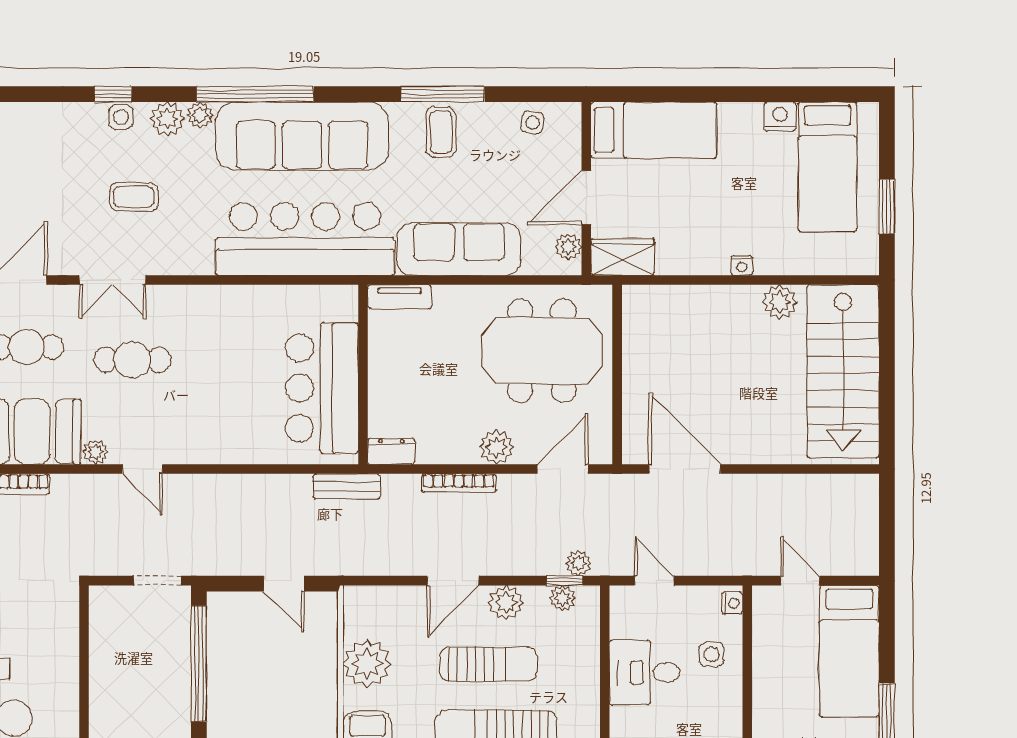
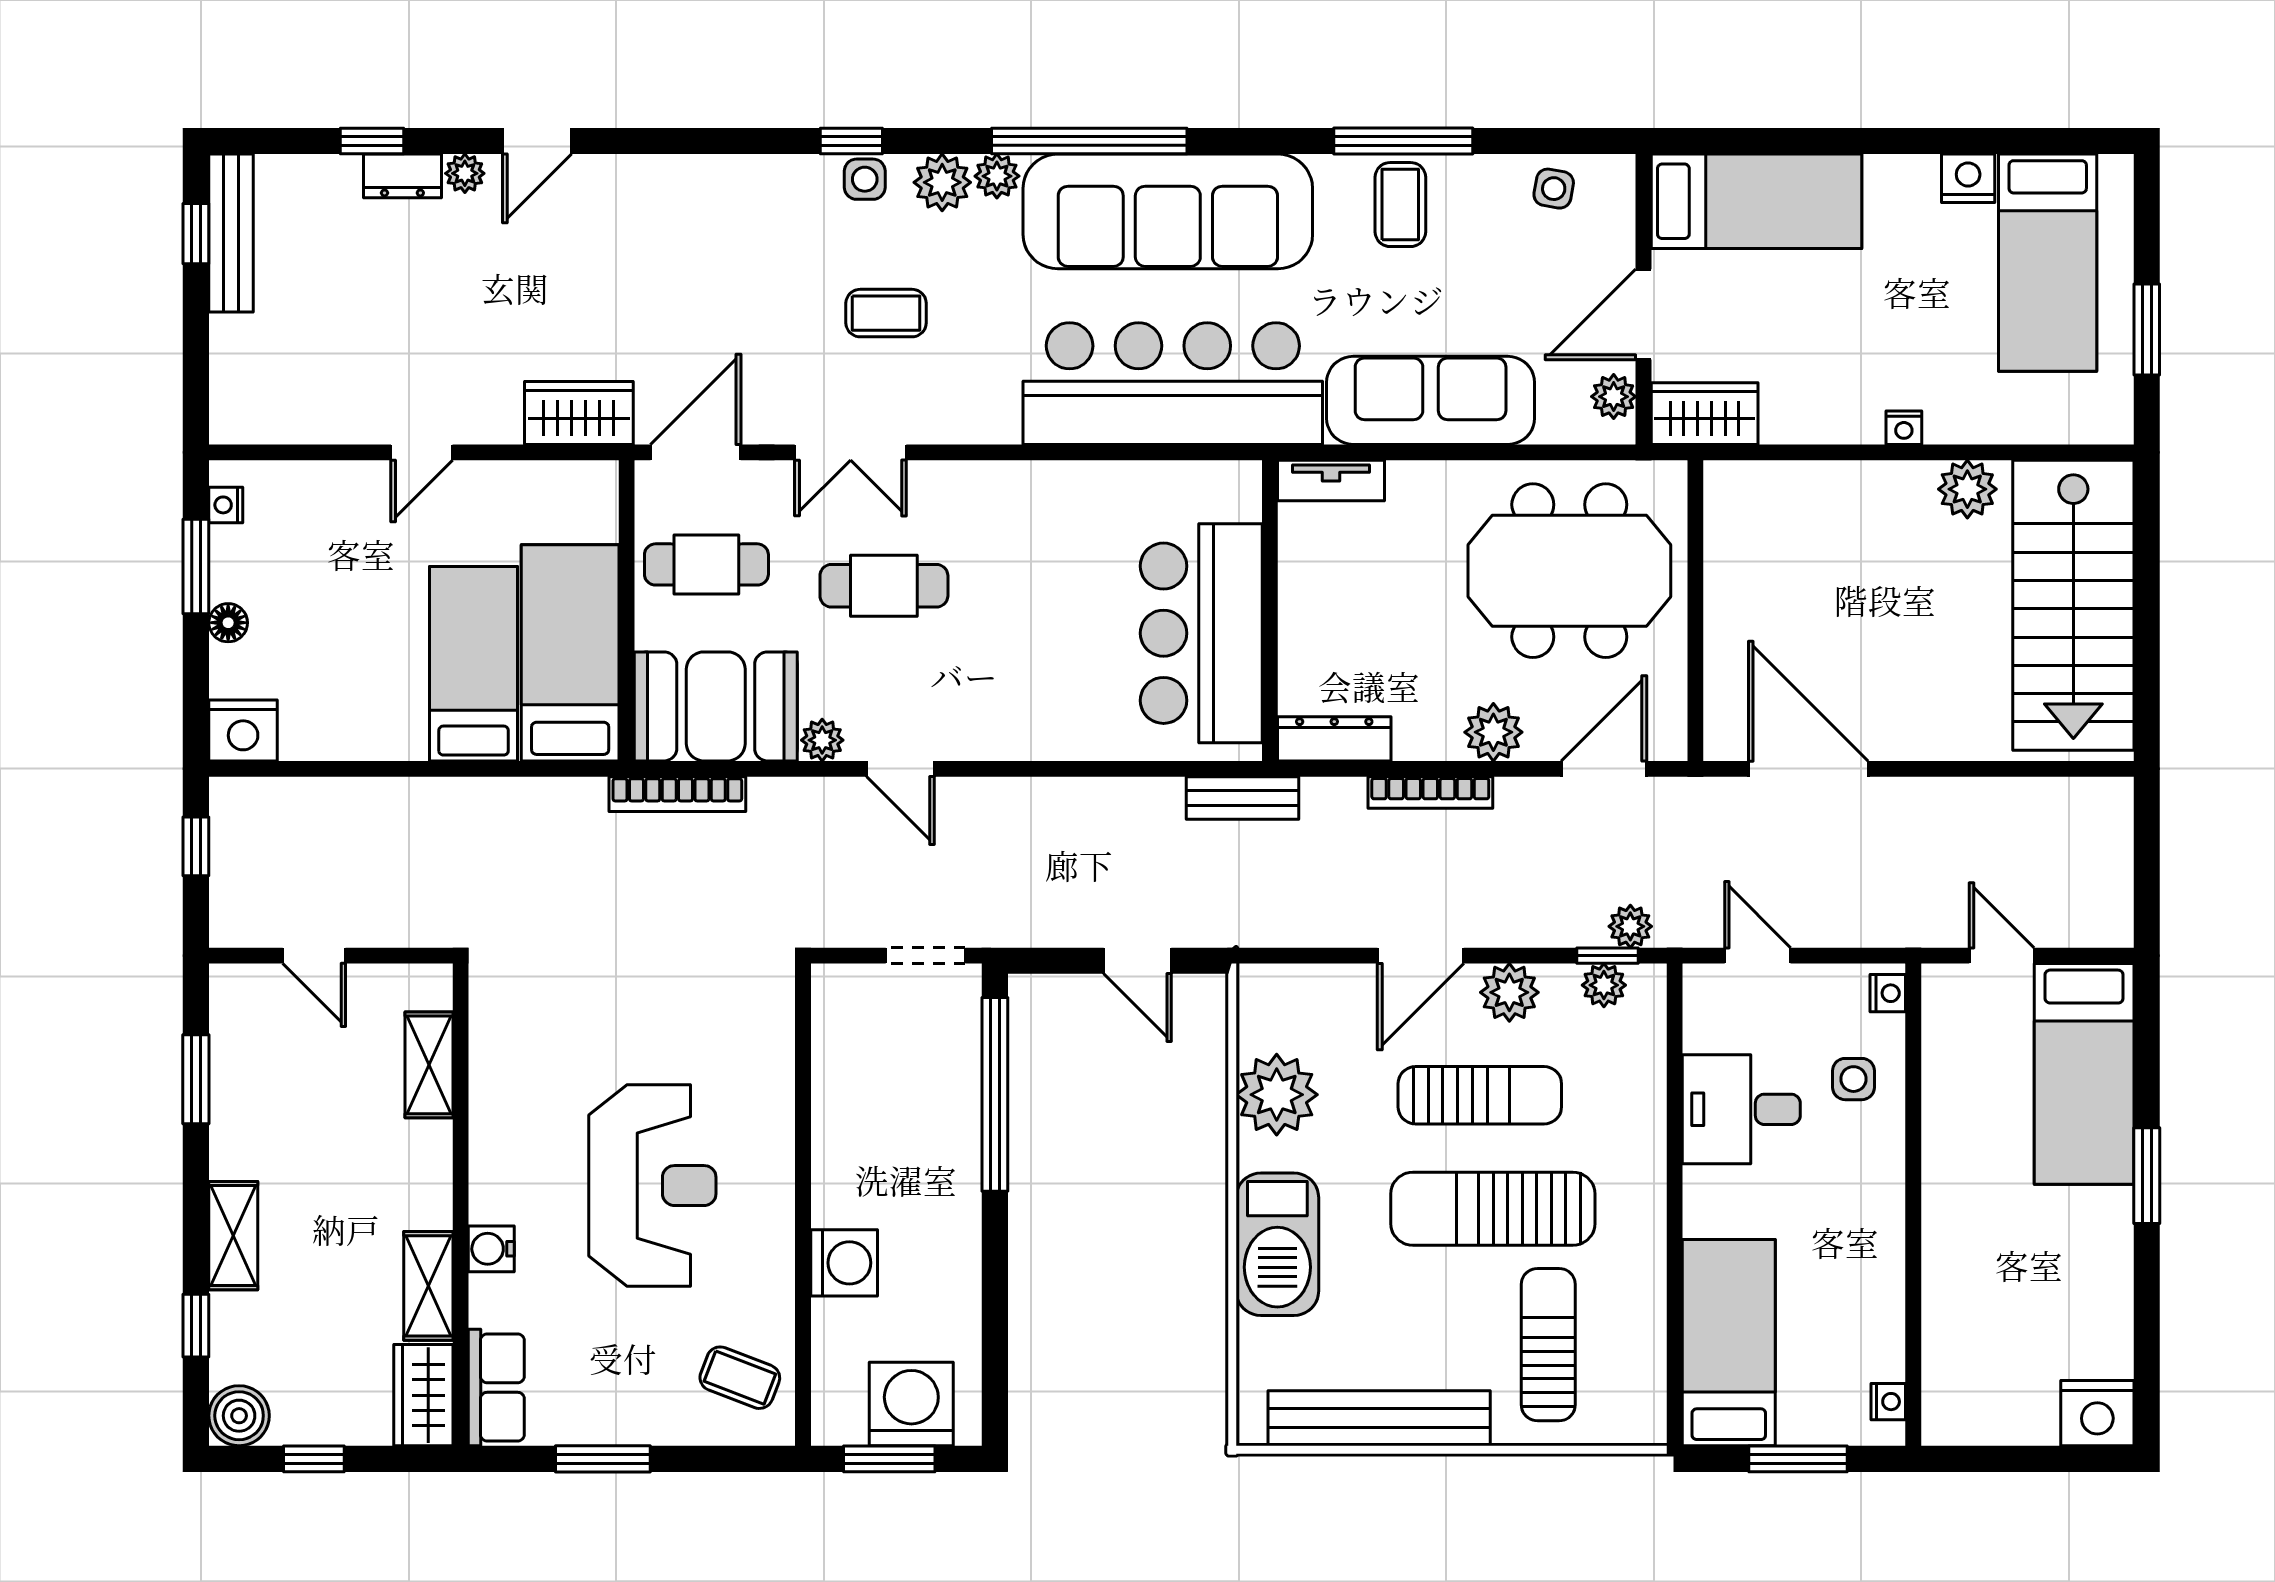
dresser: (391, 451) -> (1334, 739), width x1.44

